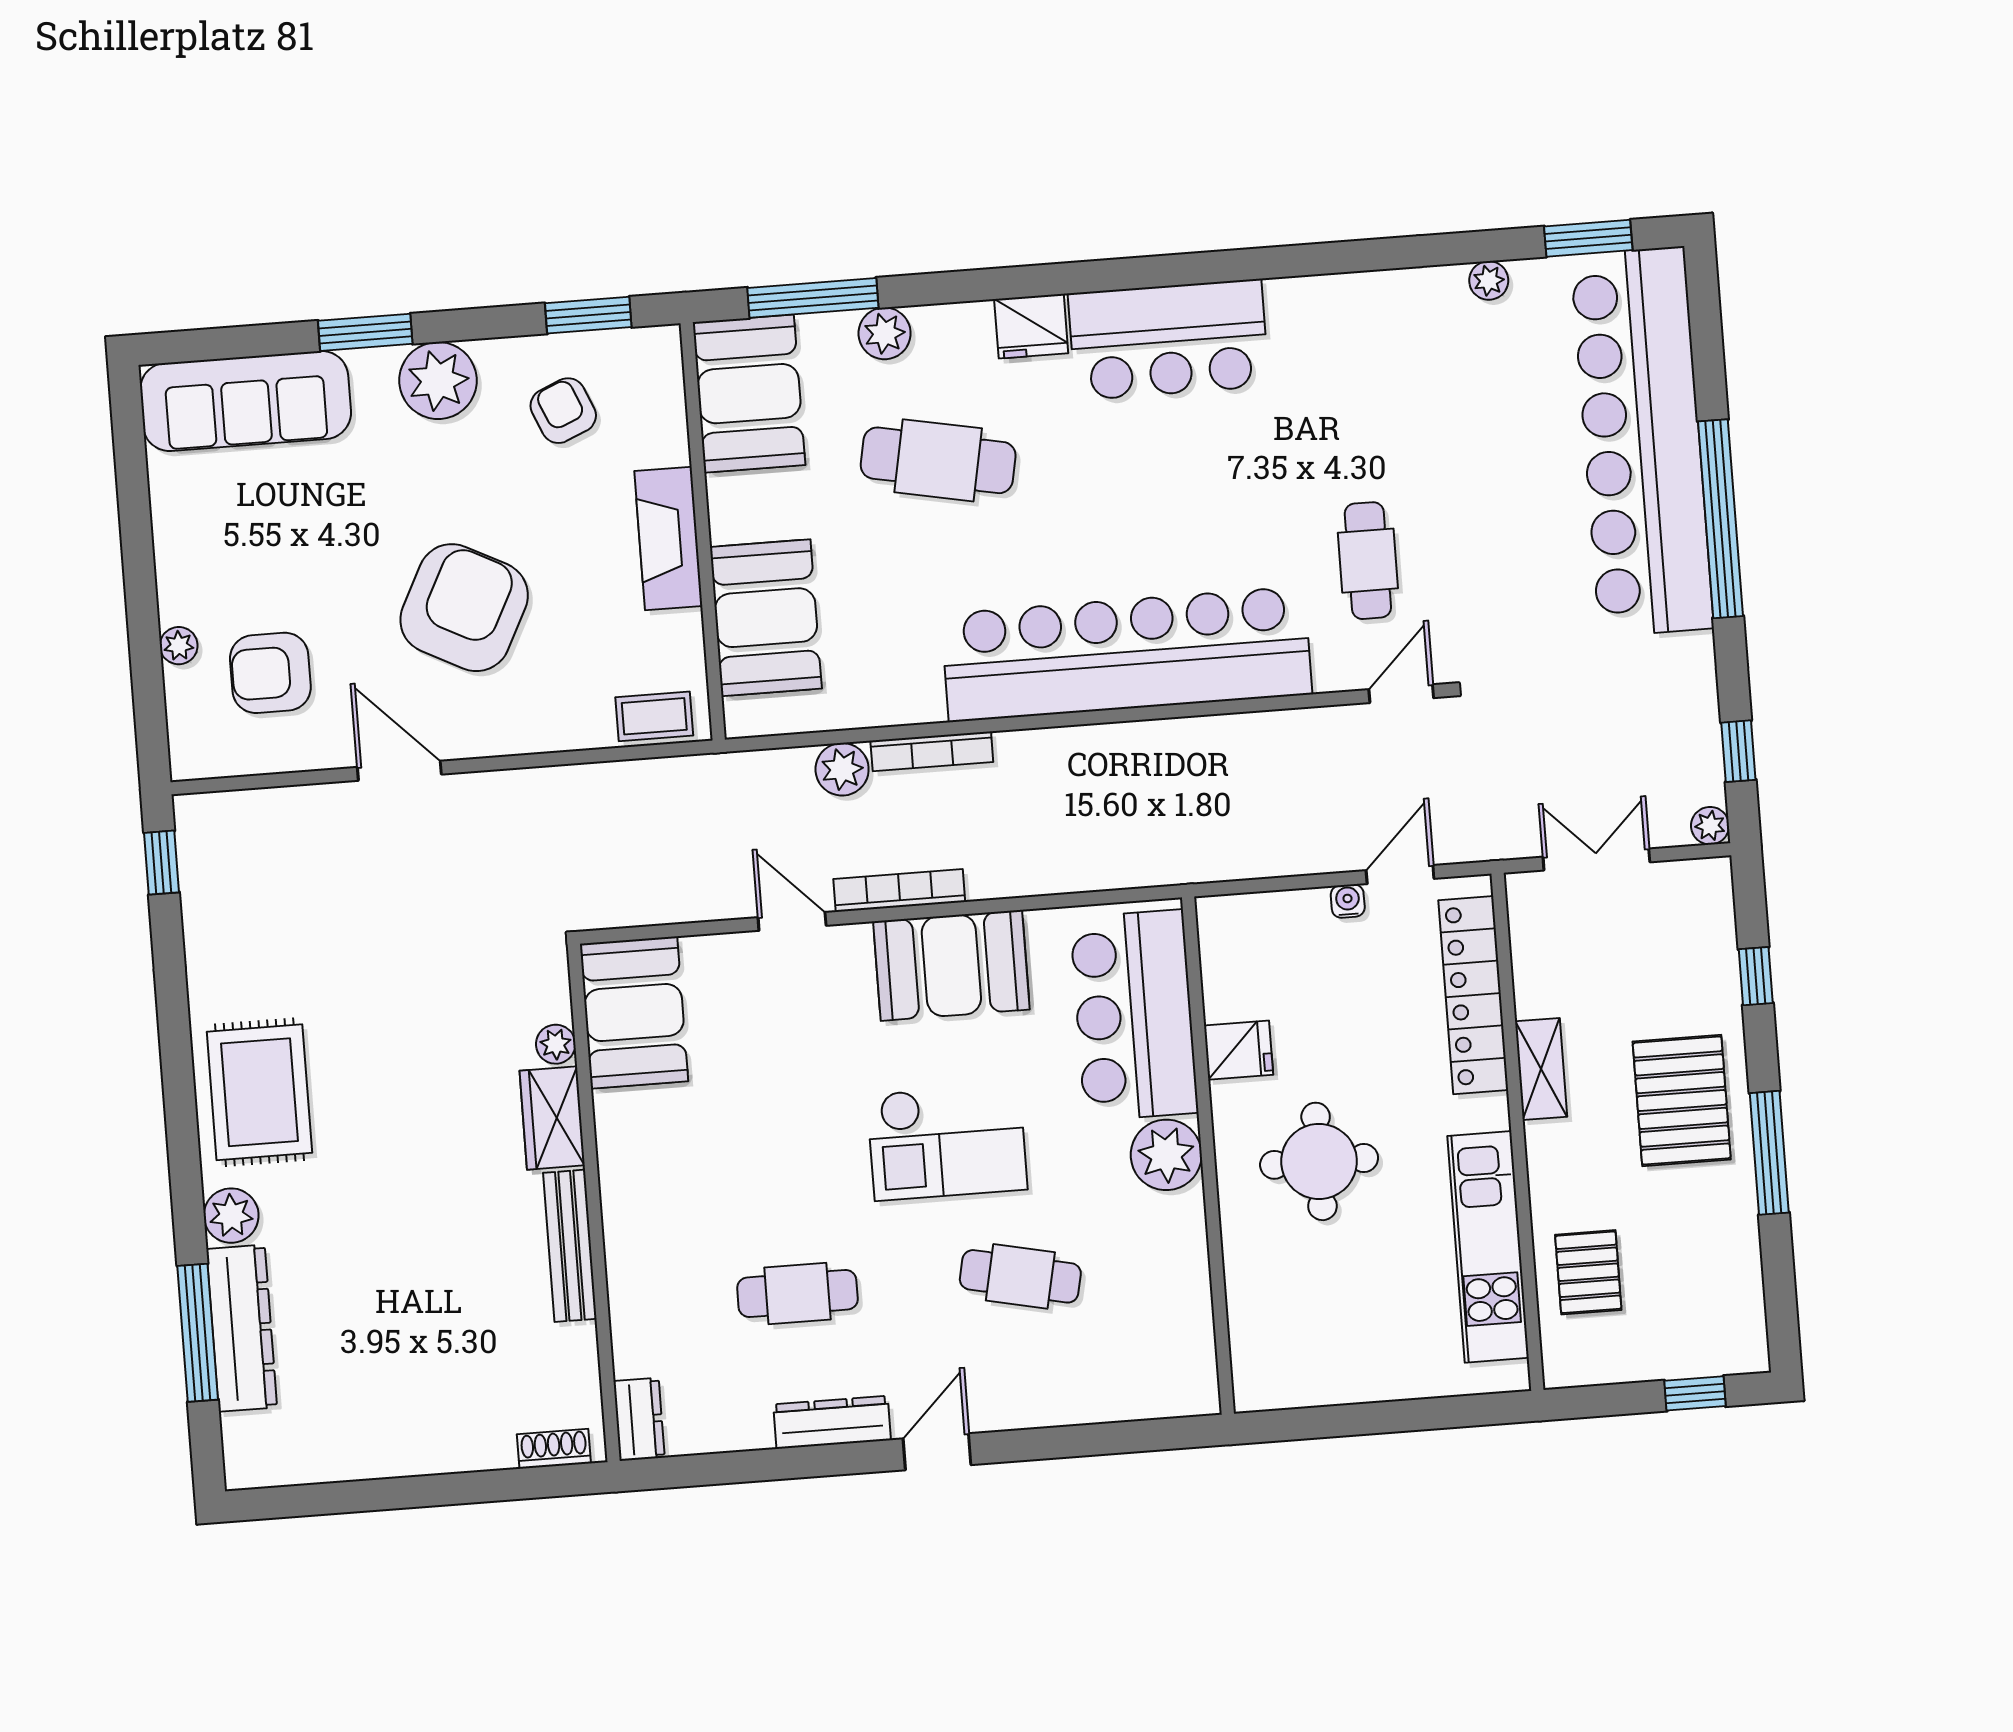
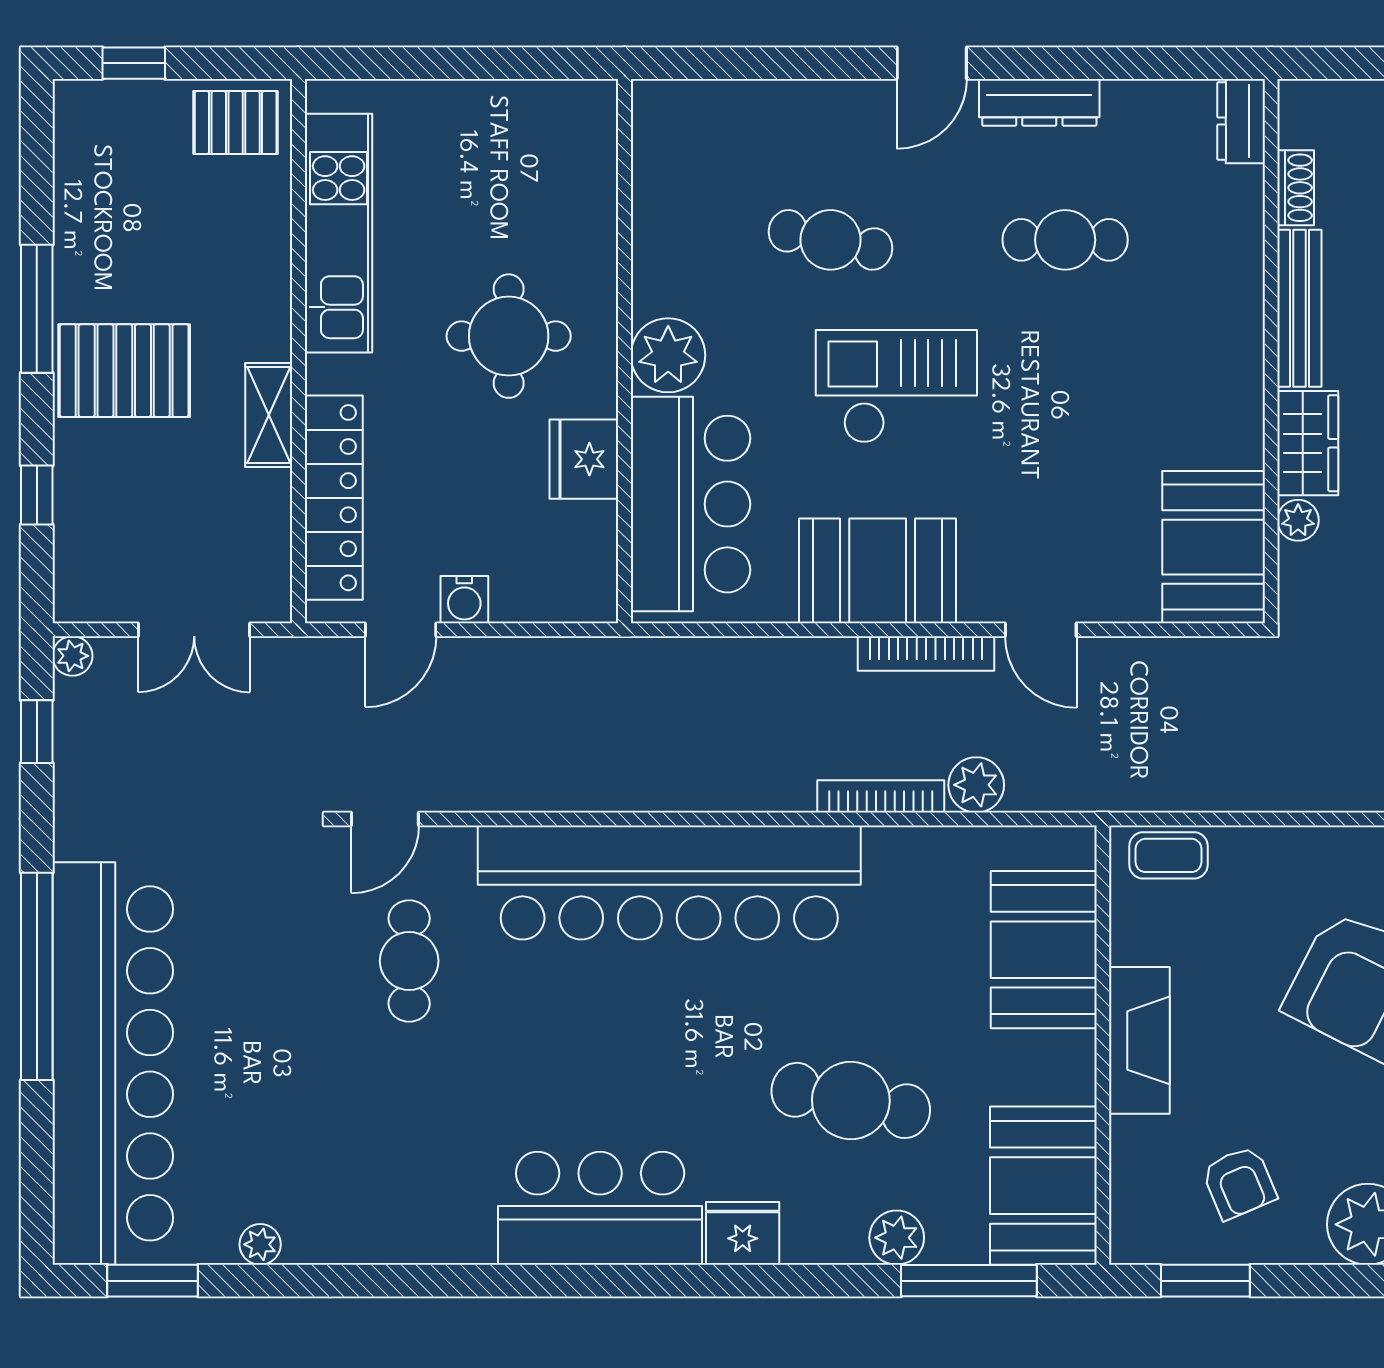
water cooler: (1348, 901) -> (464, 600), width x1.38, depth x1.38
fridge: (1239, 1050) -> (584, 459), width x1.38
pallet: (1682, 1101) -> (124, 371), turned 90
pallet: (1588, 1272) -> (236, 123), moved, turned 90
shoe rack: (554, 1449) -> (1296, 188), moved, turned -90

